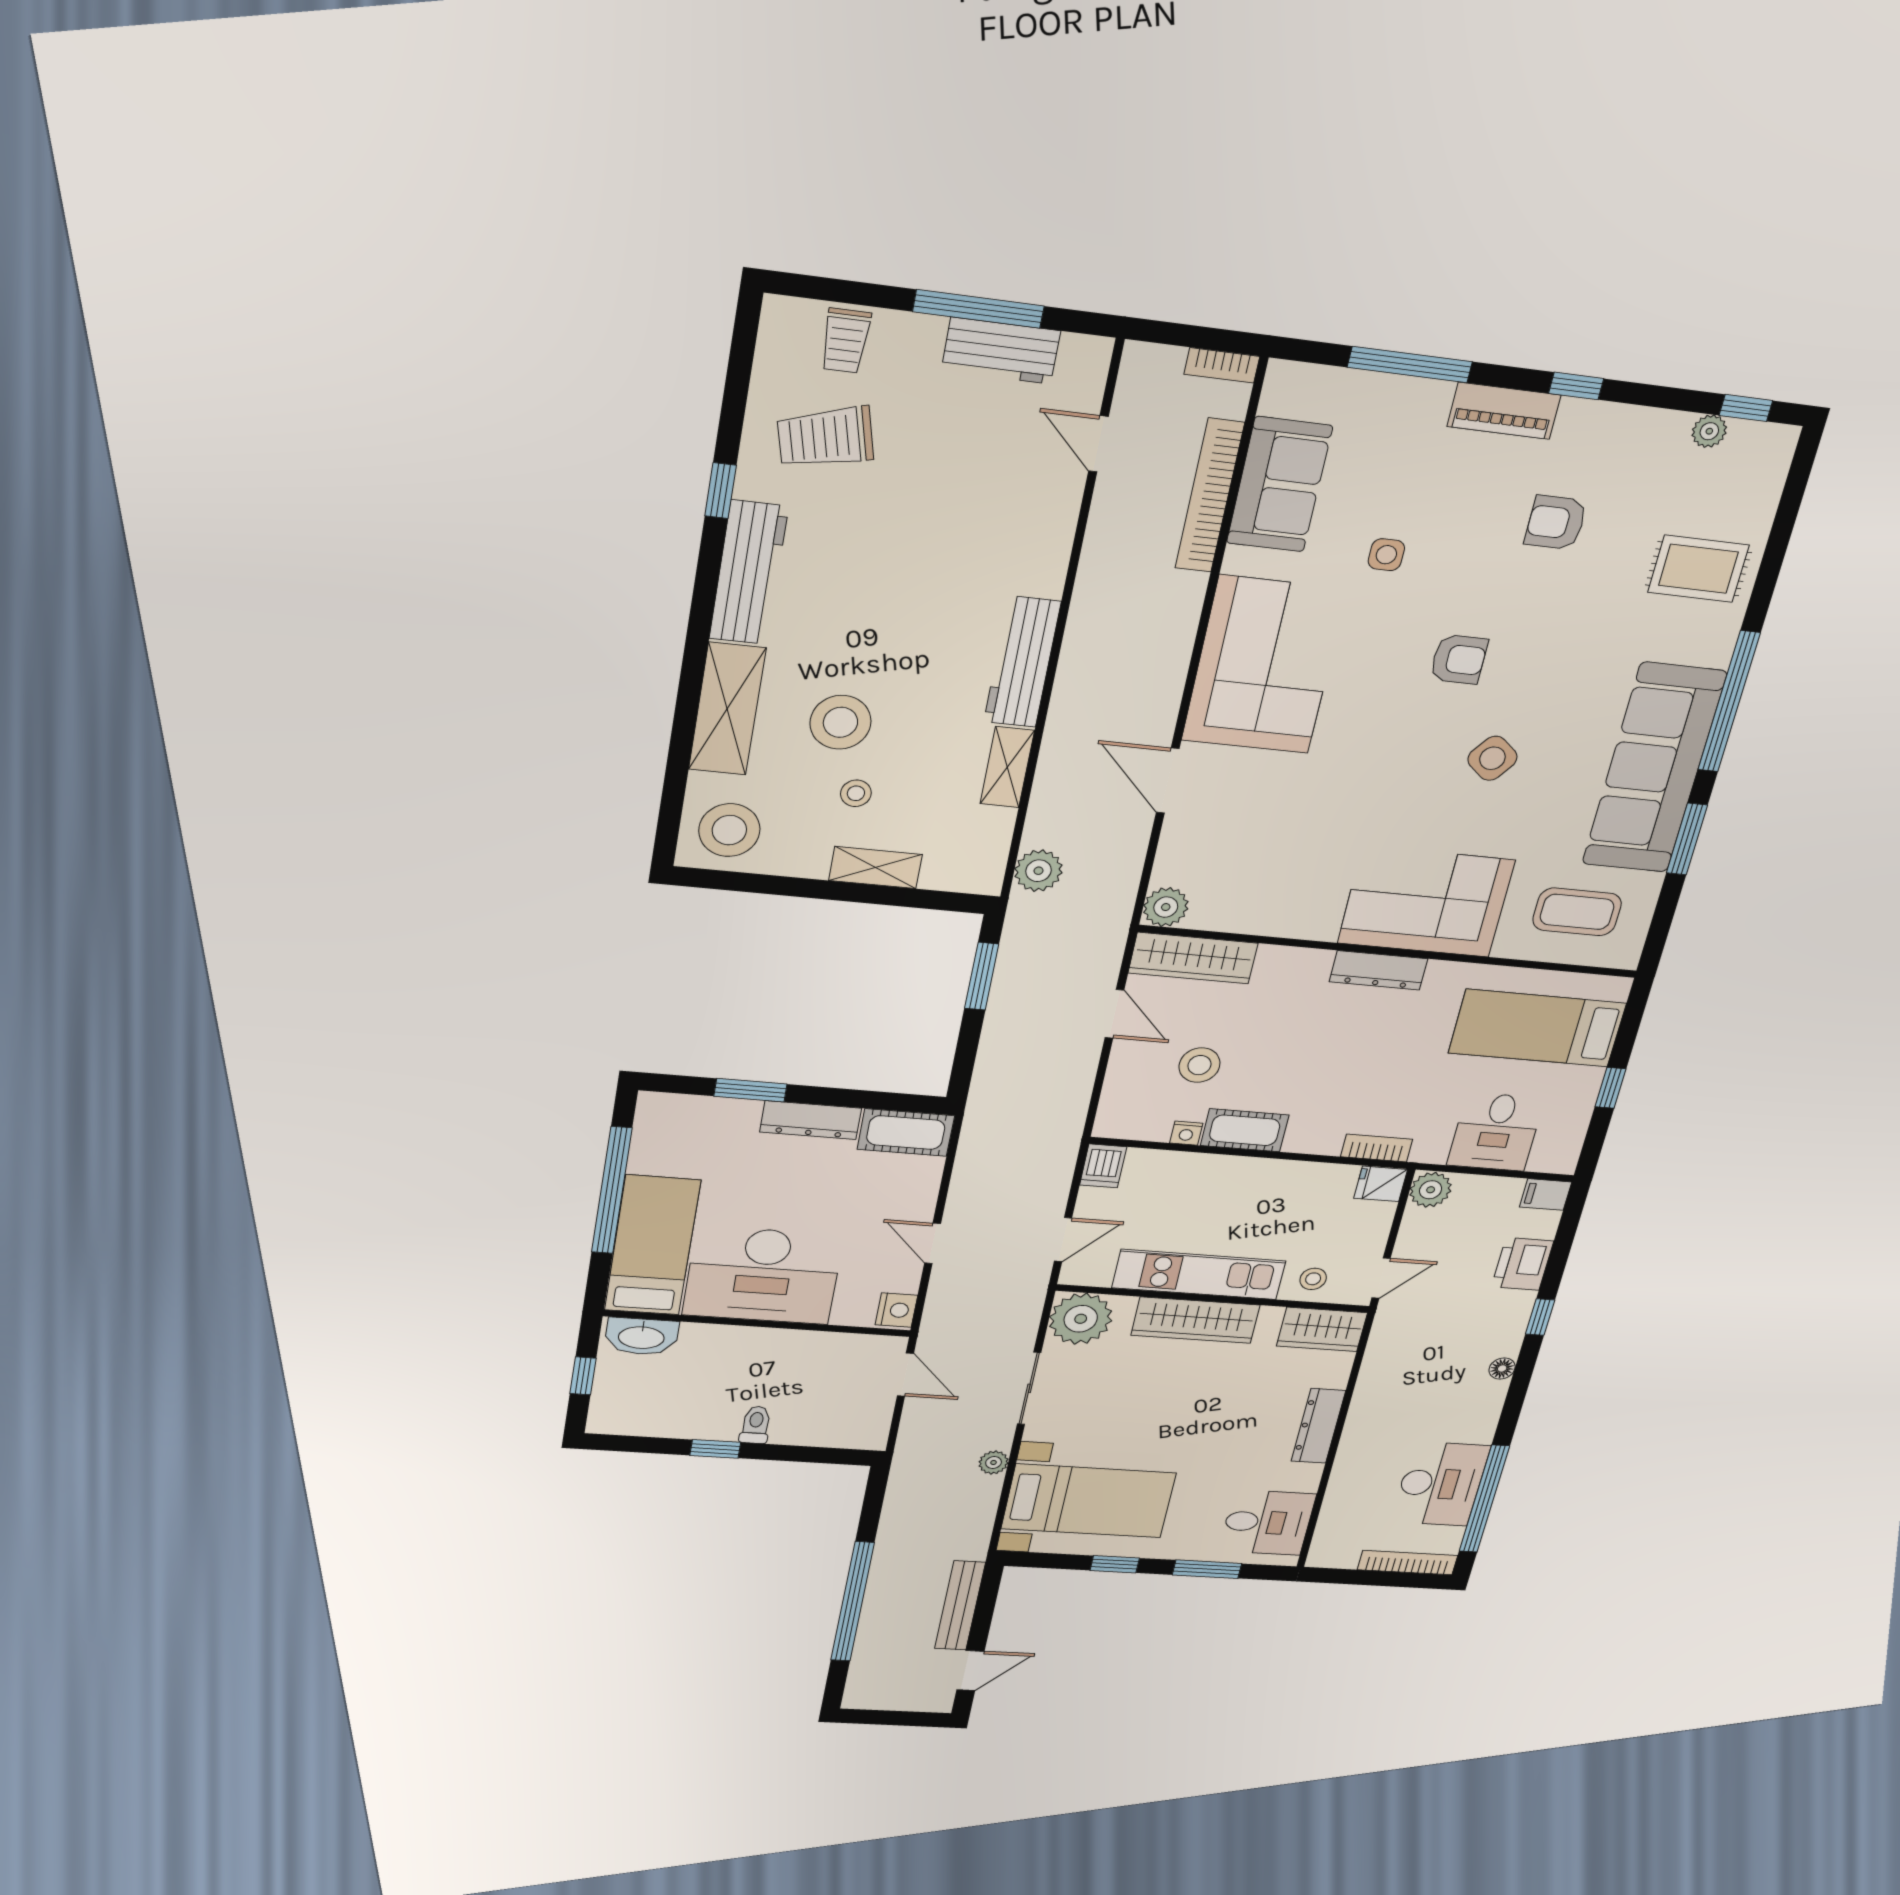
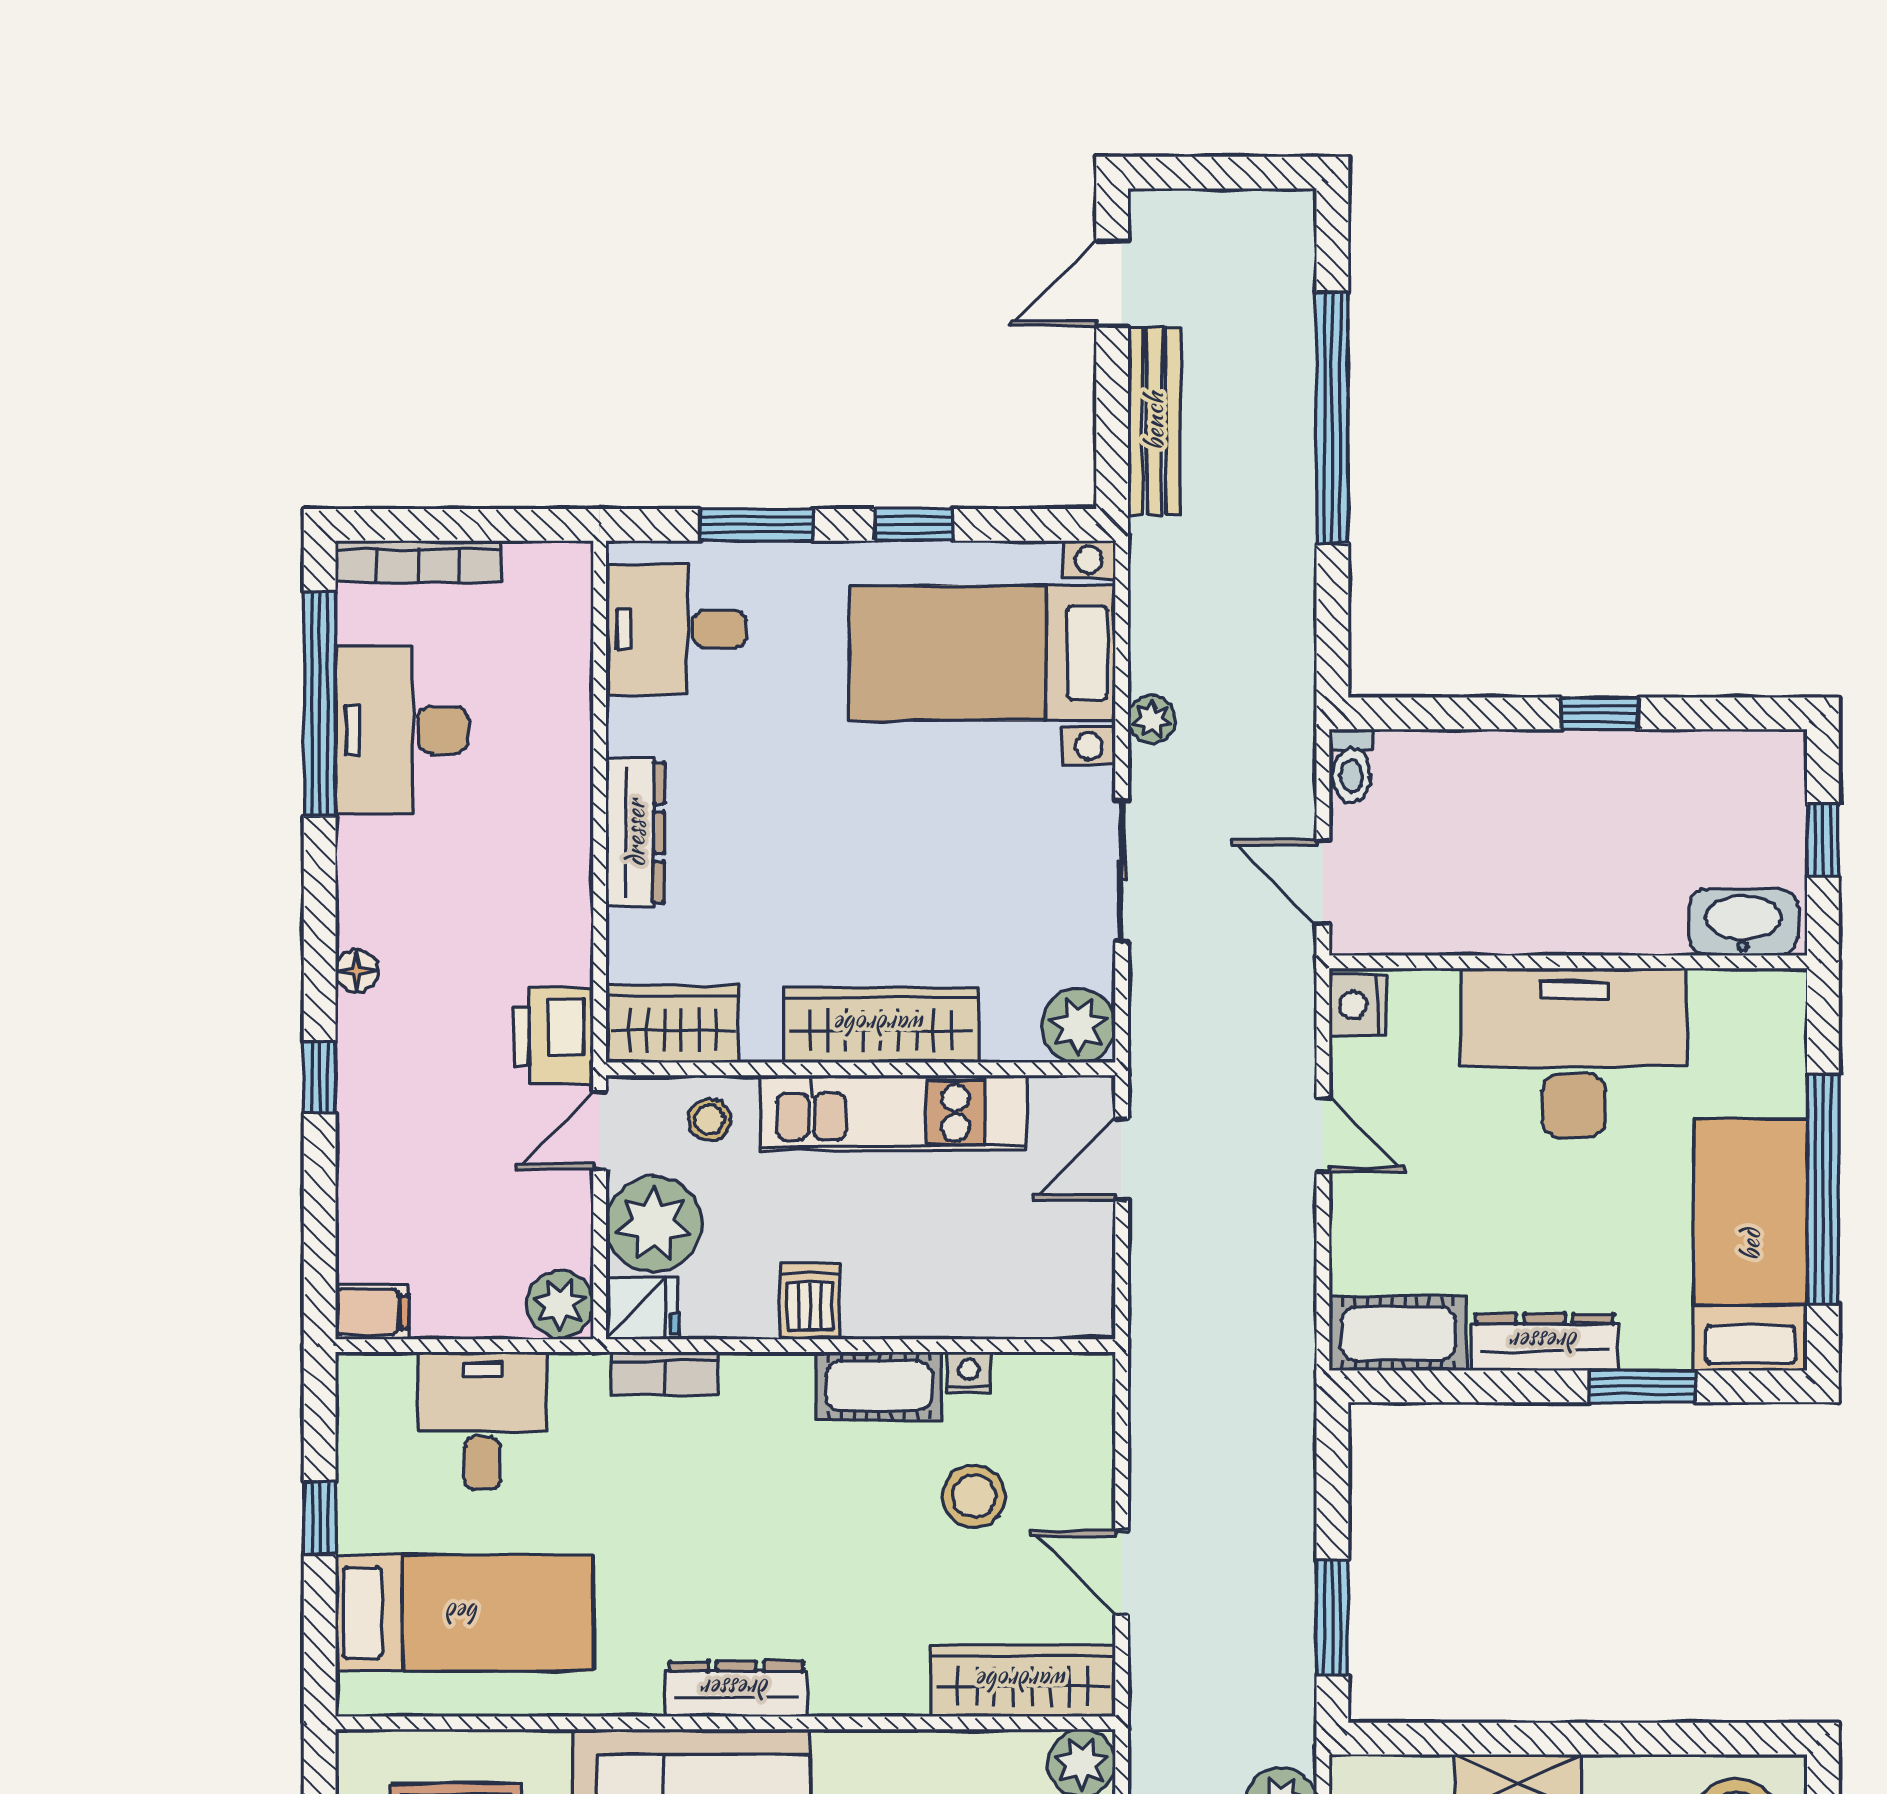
dishwasher: (1103, 1166) -> (810, 1301), moved
plant: (1362, 1227) -> (654, 1224), added
bed: (652, 1245) -> (1750, 1245), moved, turned 180
printer: (1522, 1264) -> (553, 1036), moved, turned 180
plant: (1081, 1319) -> (1078, 1026), width x0.73, depth x0.73
toilet: (756, 1425) -> (1352, 766), moved

